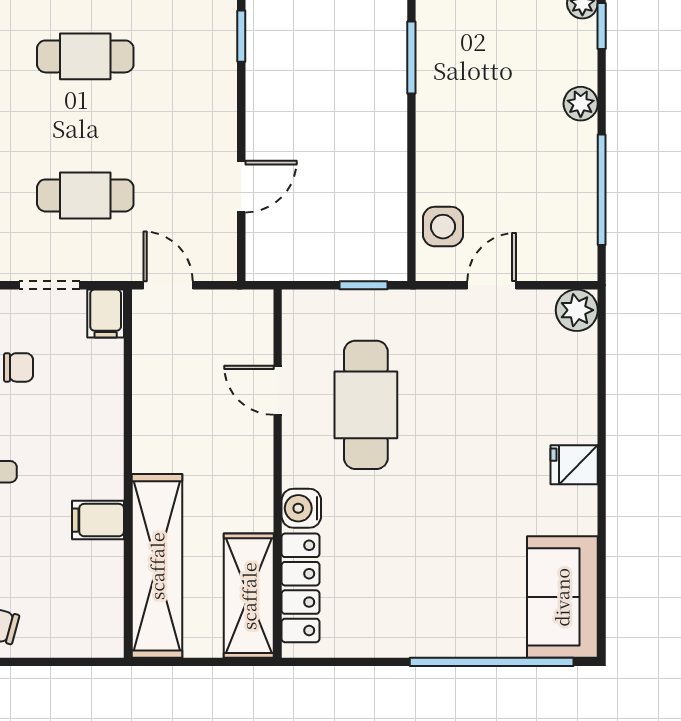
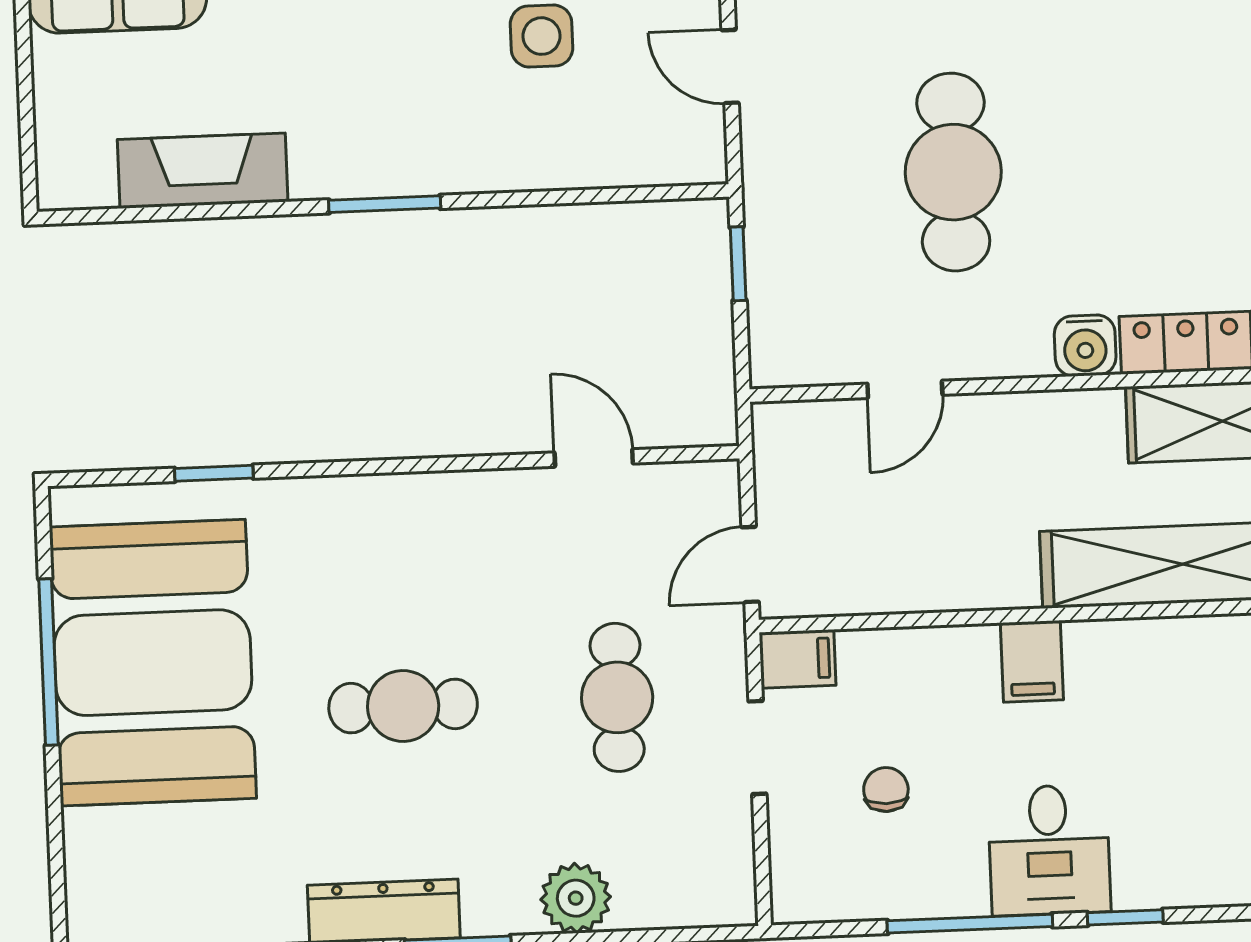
window: (241, 36) -> (362, 467), removed
cafe table: (85, 56) -> (403, 706), turned 90
side table: (443, 227) -> (541, 36), moved
cafe table: (366, 405) -> (953, 172), moved, turned 90
filing cabinet: (98, 520) -> (1032, 661), moved

